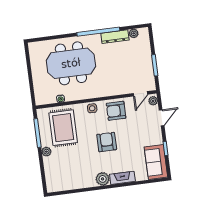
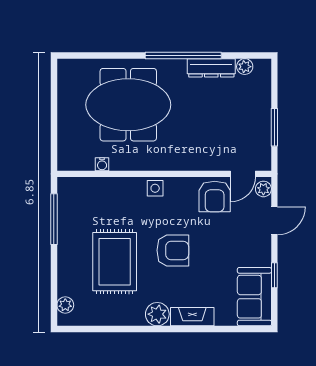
armchair: (116, 111) -> (215, 196), moved, turned -90
rug: (63, 128) -> (115, 262), moved
armchair: (107, 142) -> (173, 250), turned 90
plant: (46, 152) -> (65, 305), moved

